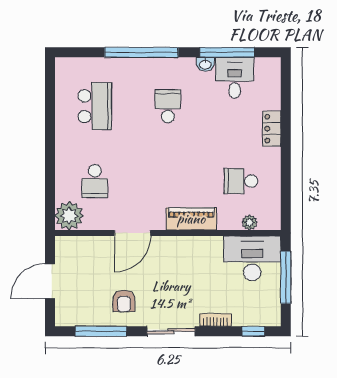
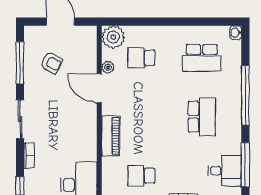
washbasin: (205, 64) -> (236, 33), moved
school desk: (168, 106) -> (202, 117), width x1.85
school desk: (241, 181) -> (141, 176), turned -90
plant: (250, 222) -> (108, 67), moved
armchair: (124, 301) -> (51, 63), moved, turned -152

